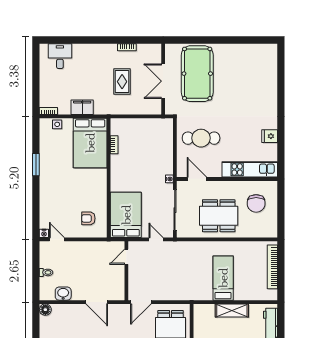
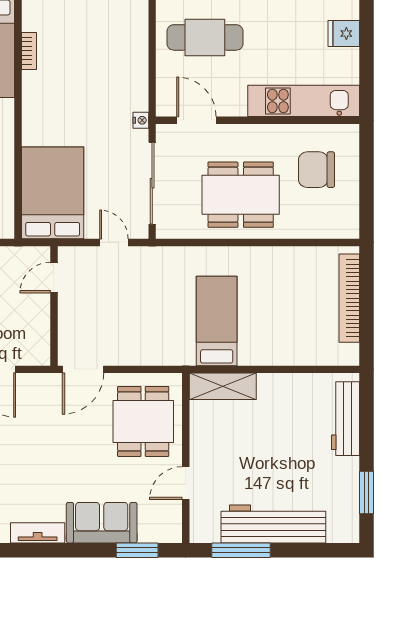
chair: (256, 203) -> (316, 170), turned 90
bed: (223, 278) -> (217, 321), moved
shelving: (232, 310) -> (223, 386), moved

